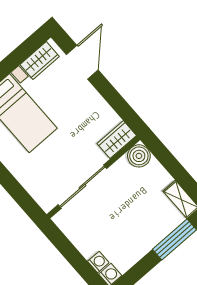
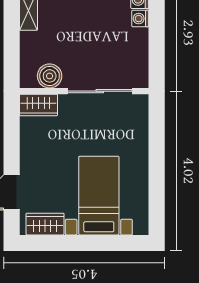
boiler: (139, 156) -> (50, 76), moved

